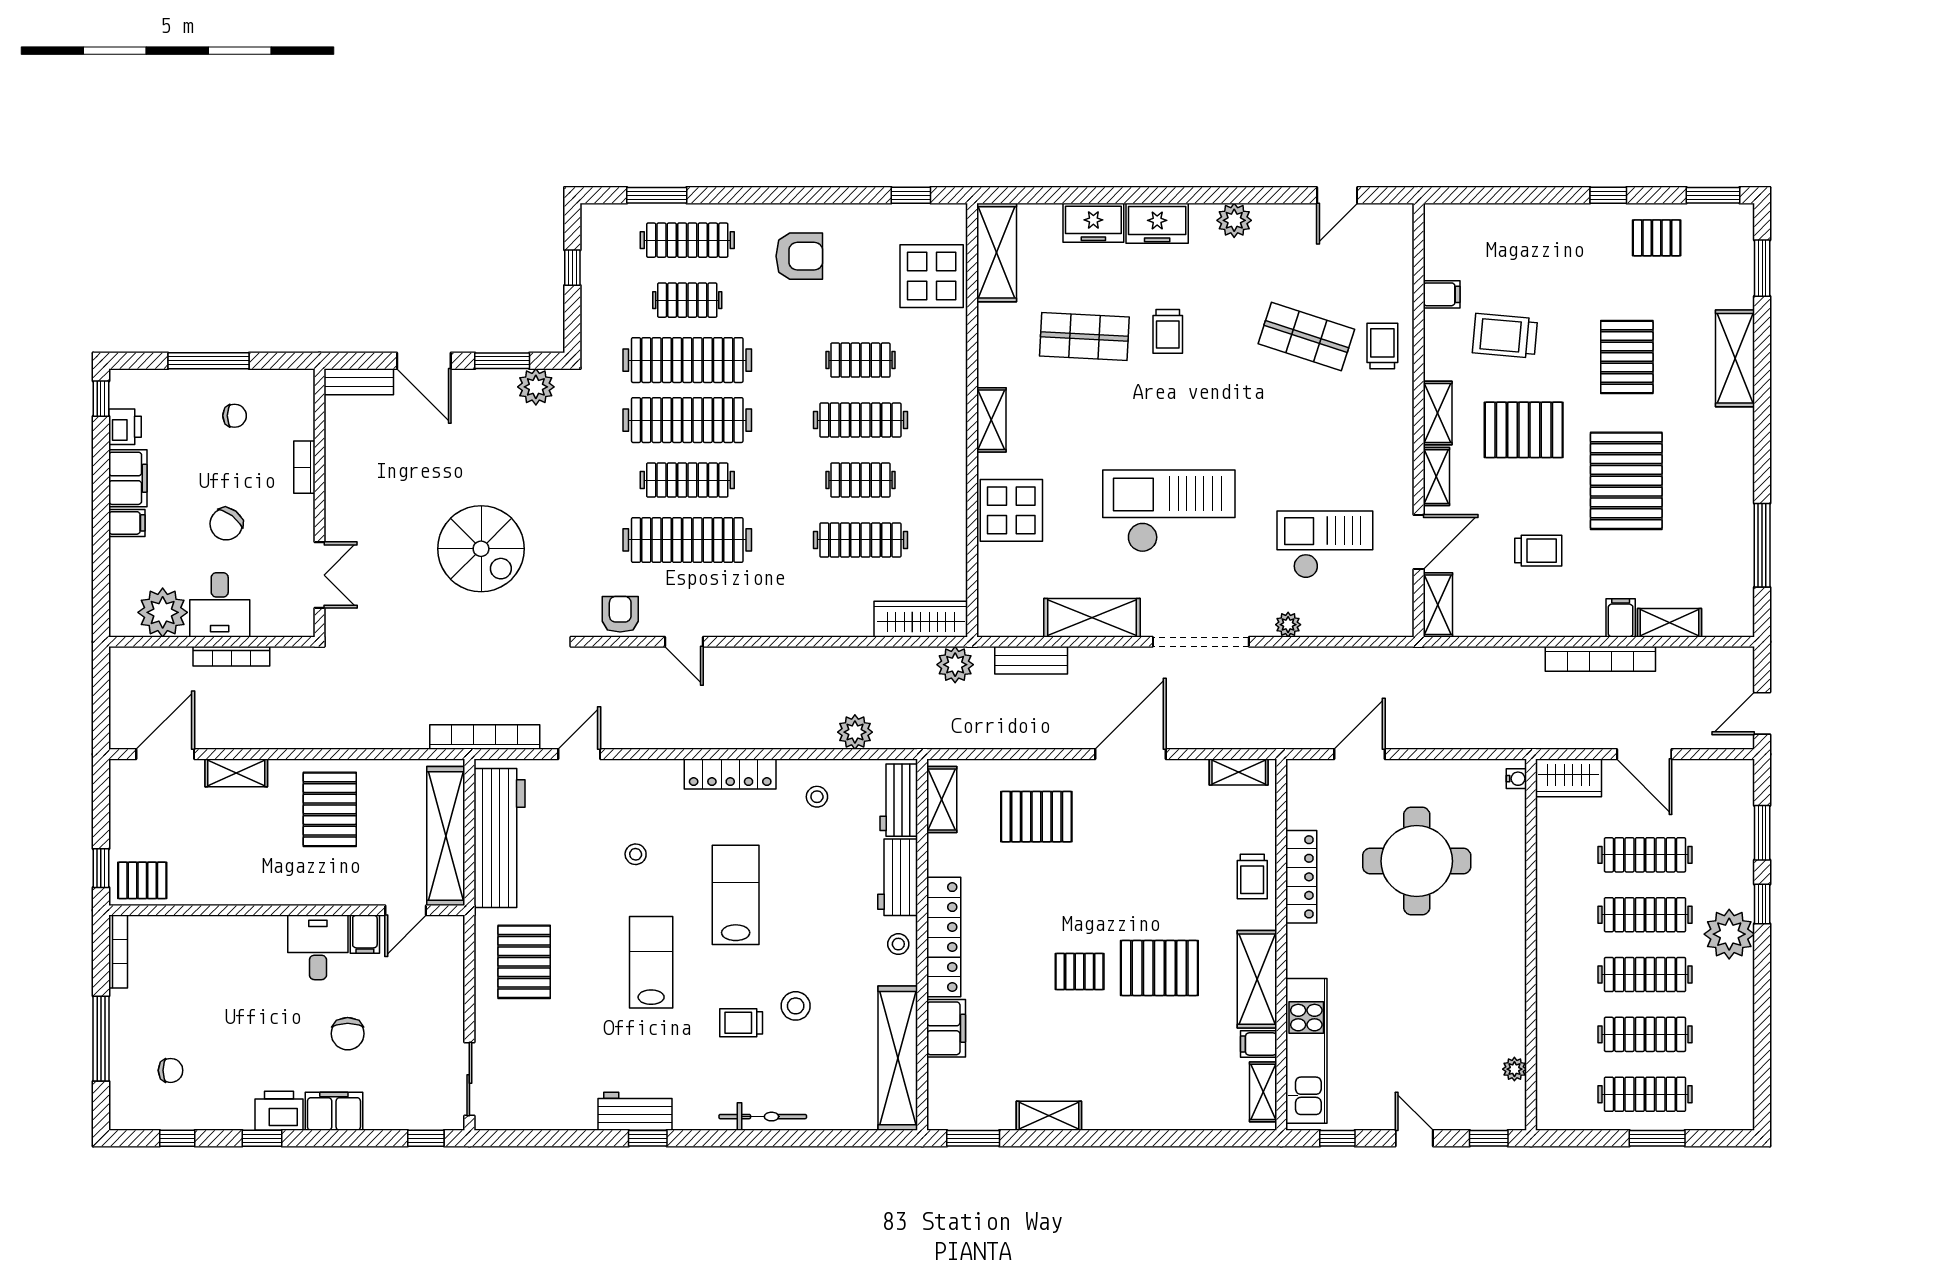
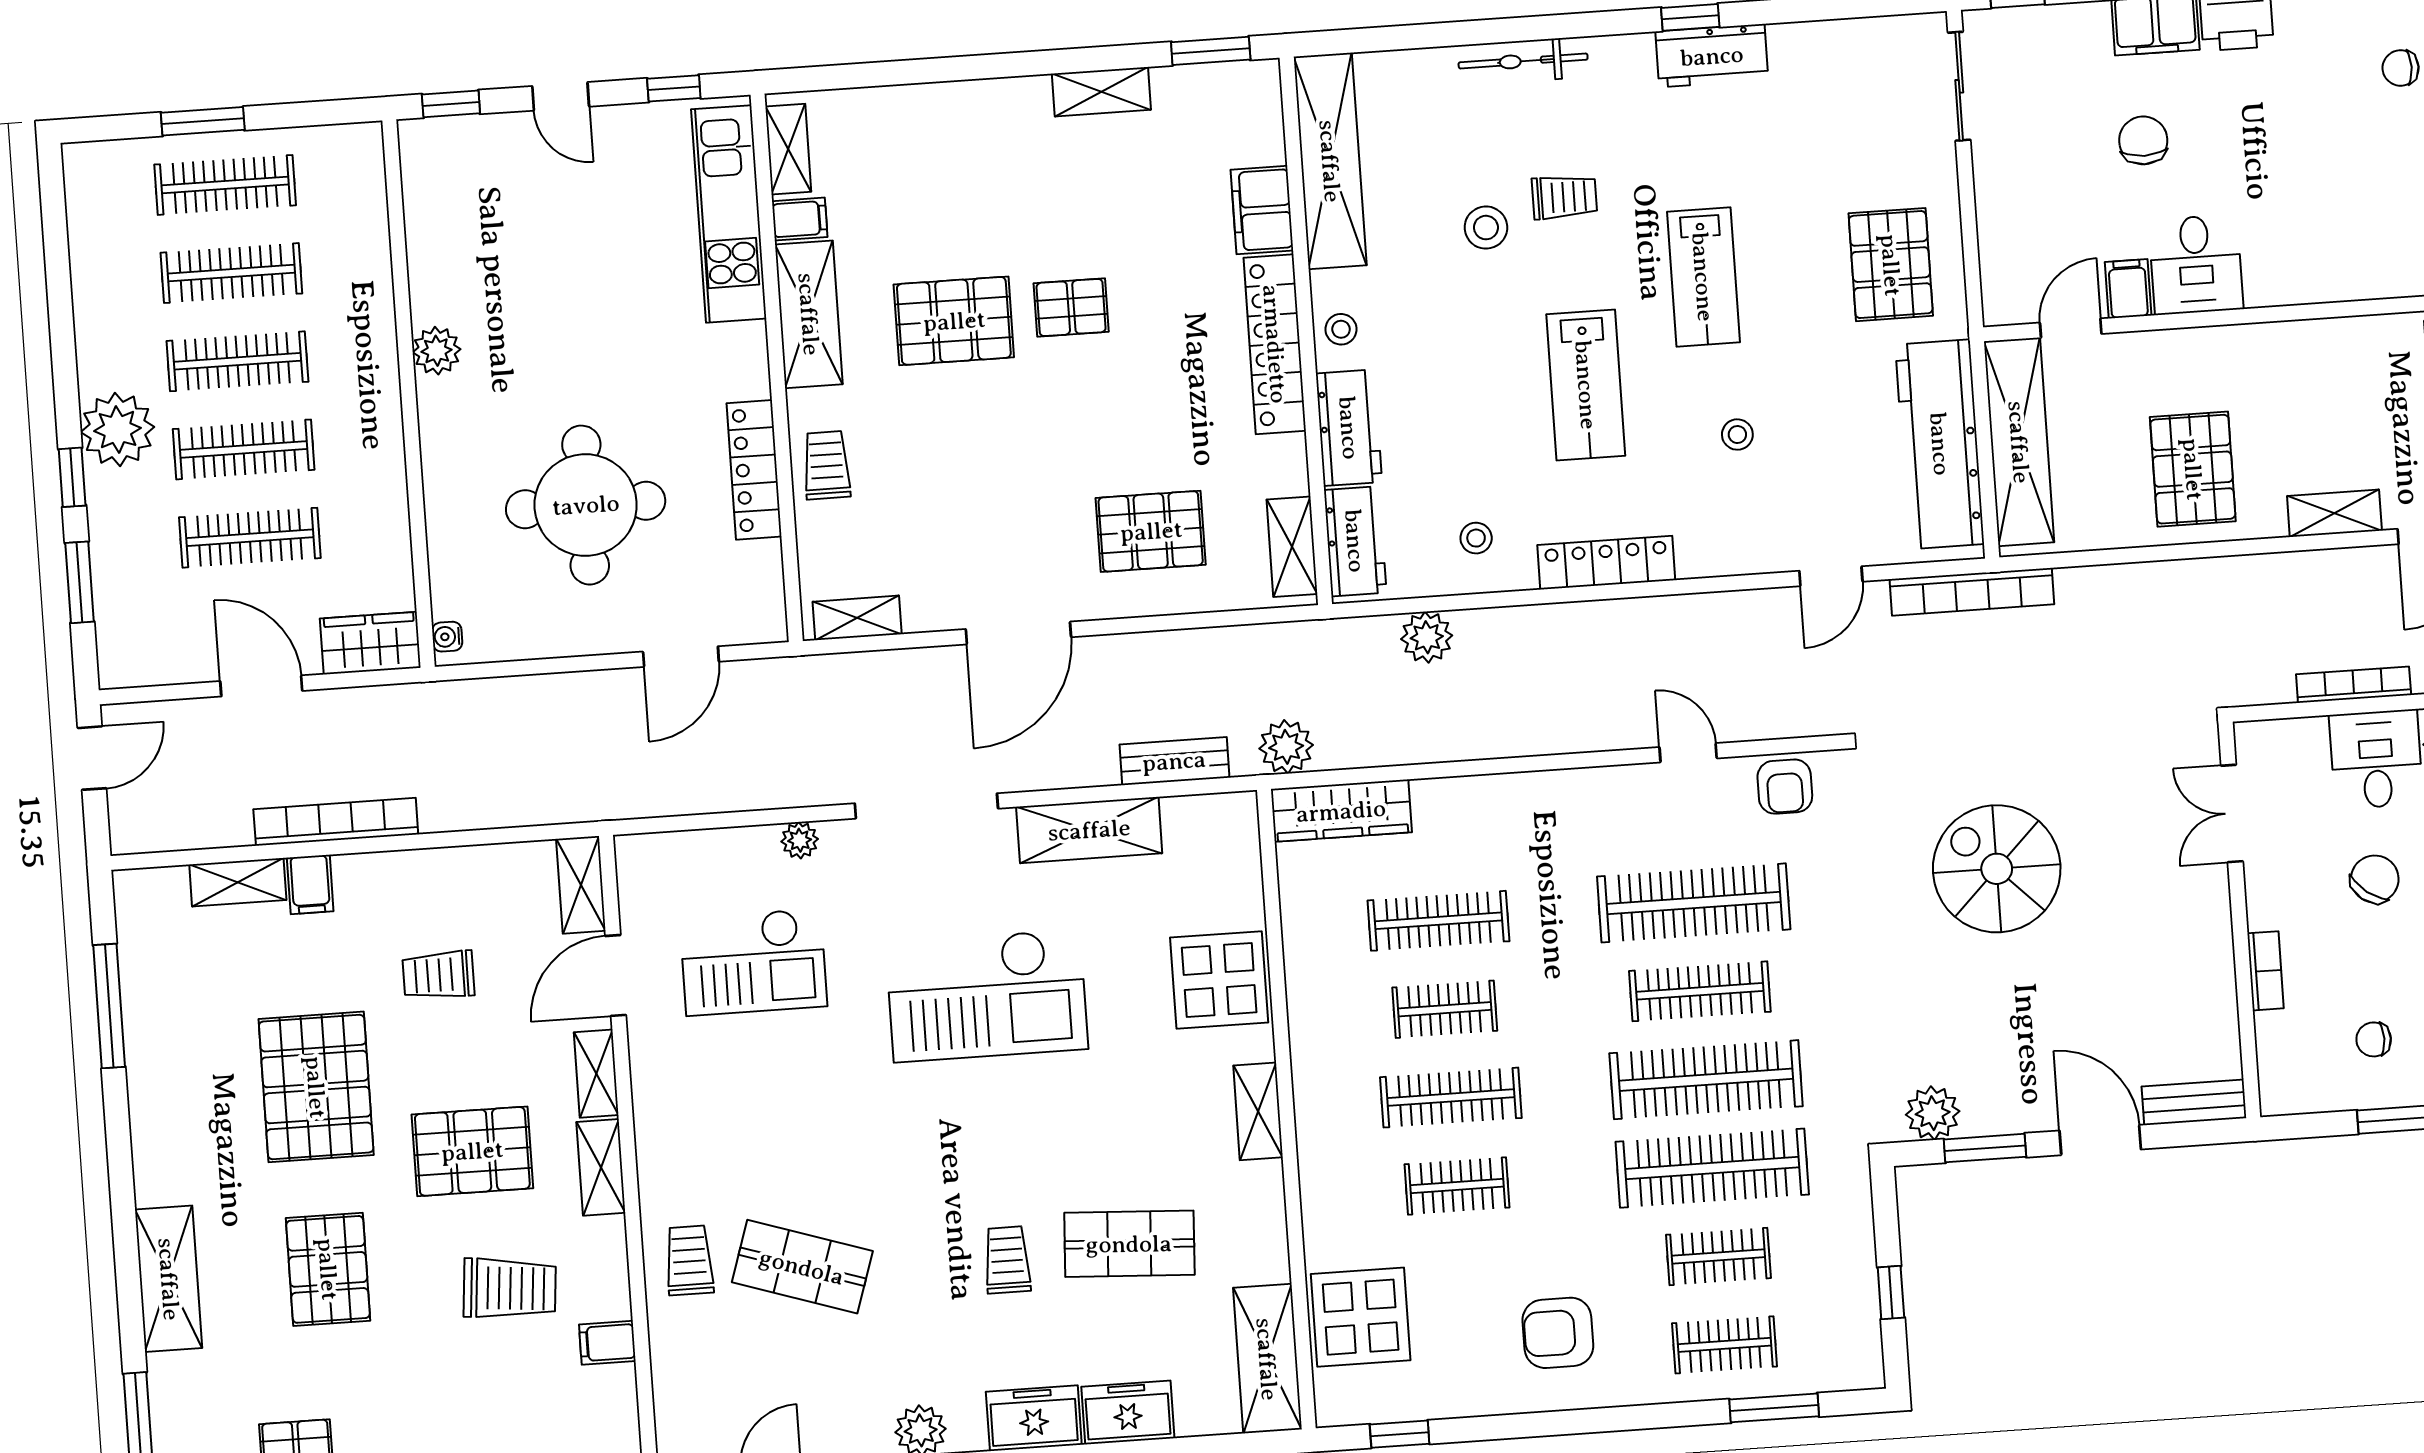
clothes rail: (687, 240) -> (1725, 1345), width x0.73
trolley: (1382, 346) -> (689, 1260), turned 180
plant: (1514, 1069) -> (437, 351), moved, width x1.38, depth x1.38

